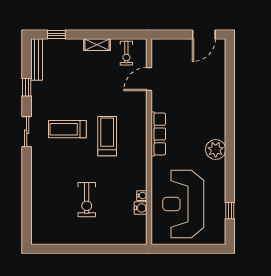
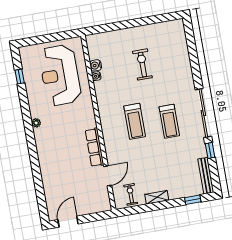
treadmill: (67, 129) -> (169, 121), turned 90
sliding door: (27, 132) -> (203, 113), width x1.86
row of seats: (158, 134) -> (95, 147), moved
plant: (216, 150) -> (36, 123), width x0.53, depth x0.53
reception desk: (183, 204) -> (60, 75), turned 180

